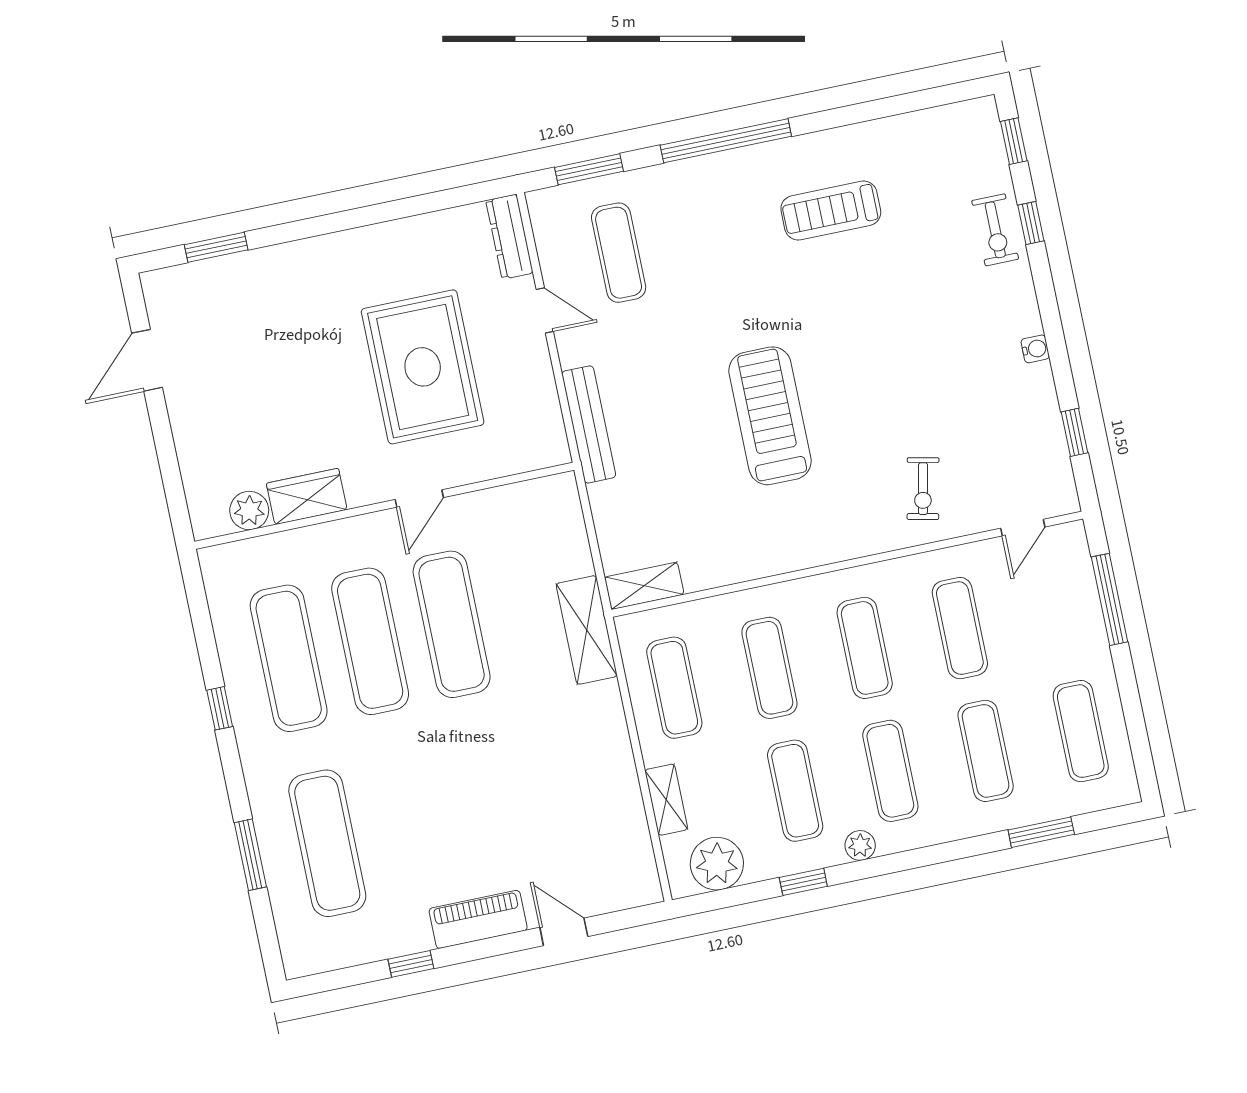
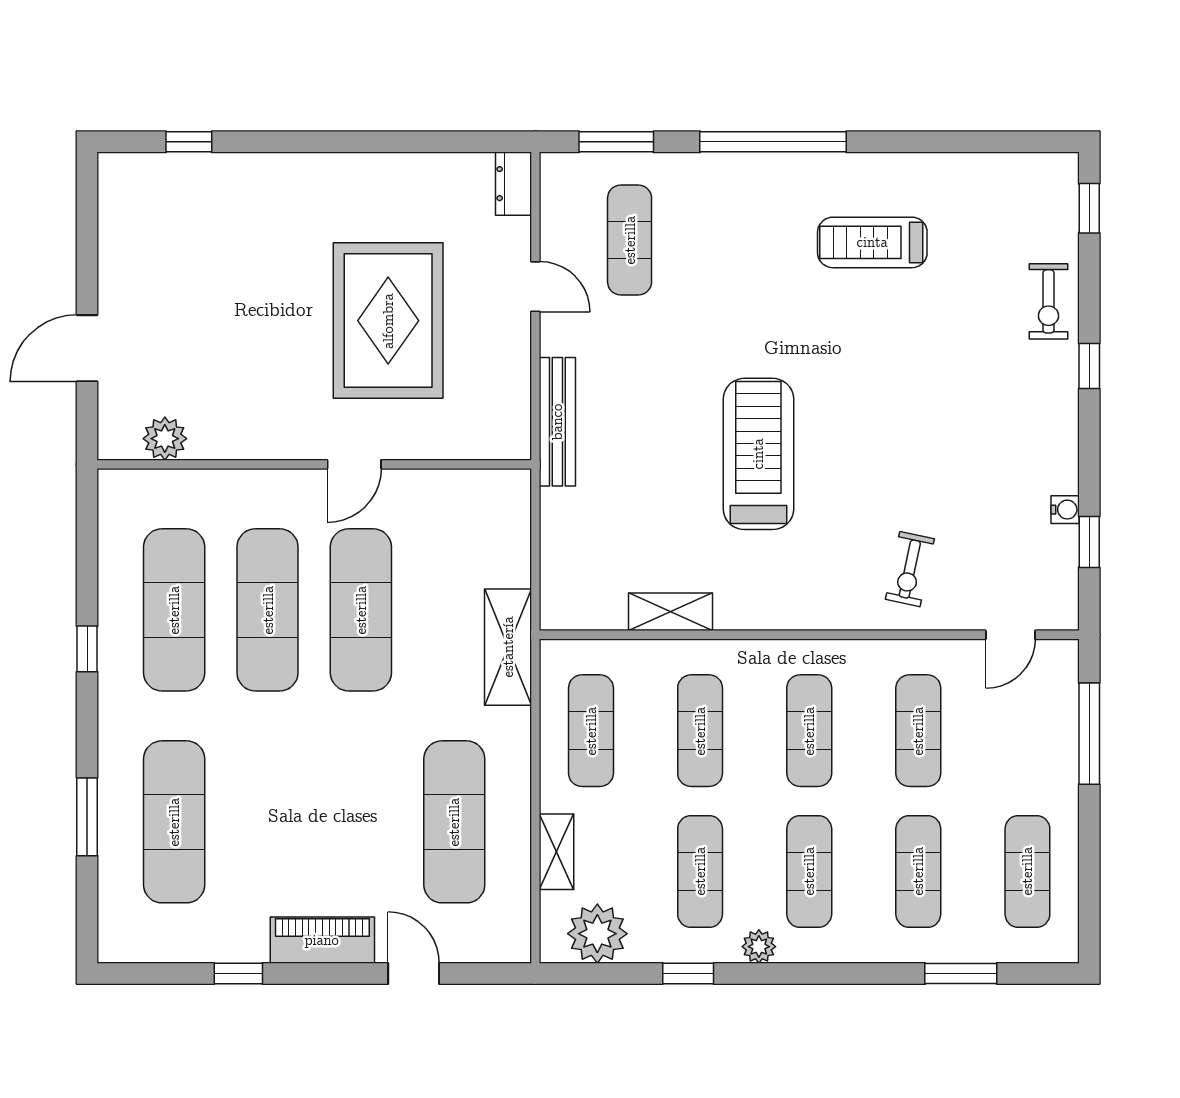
window: (1031, 223) -> (1089, 366), moved
dresser: (509, 237) -> (513, 184), width x0.70
window: (216, 247) -> (189, 142), width x0.67
water cooler: (1035, 349) -> (1065, 510), moved
door: (147, 360) -> (87, 348), moved
wardrobe: (307, 496) -> (231, 436), removed
shelving: (644, 586) -> (671, 612), moved
exercise mat: (572, 792) -> (454, 822), added

